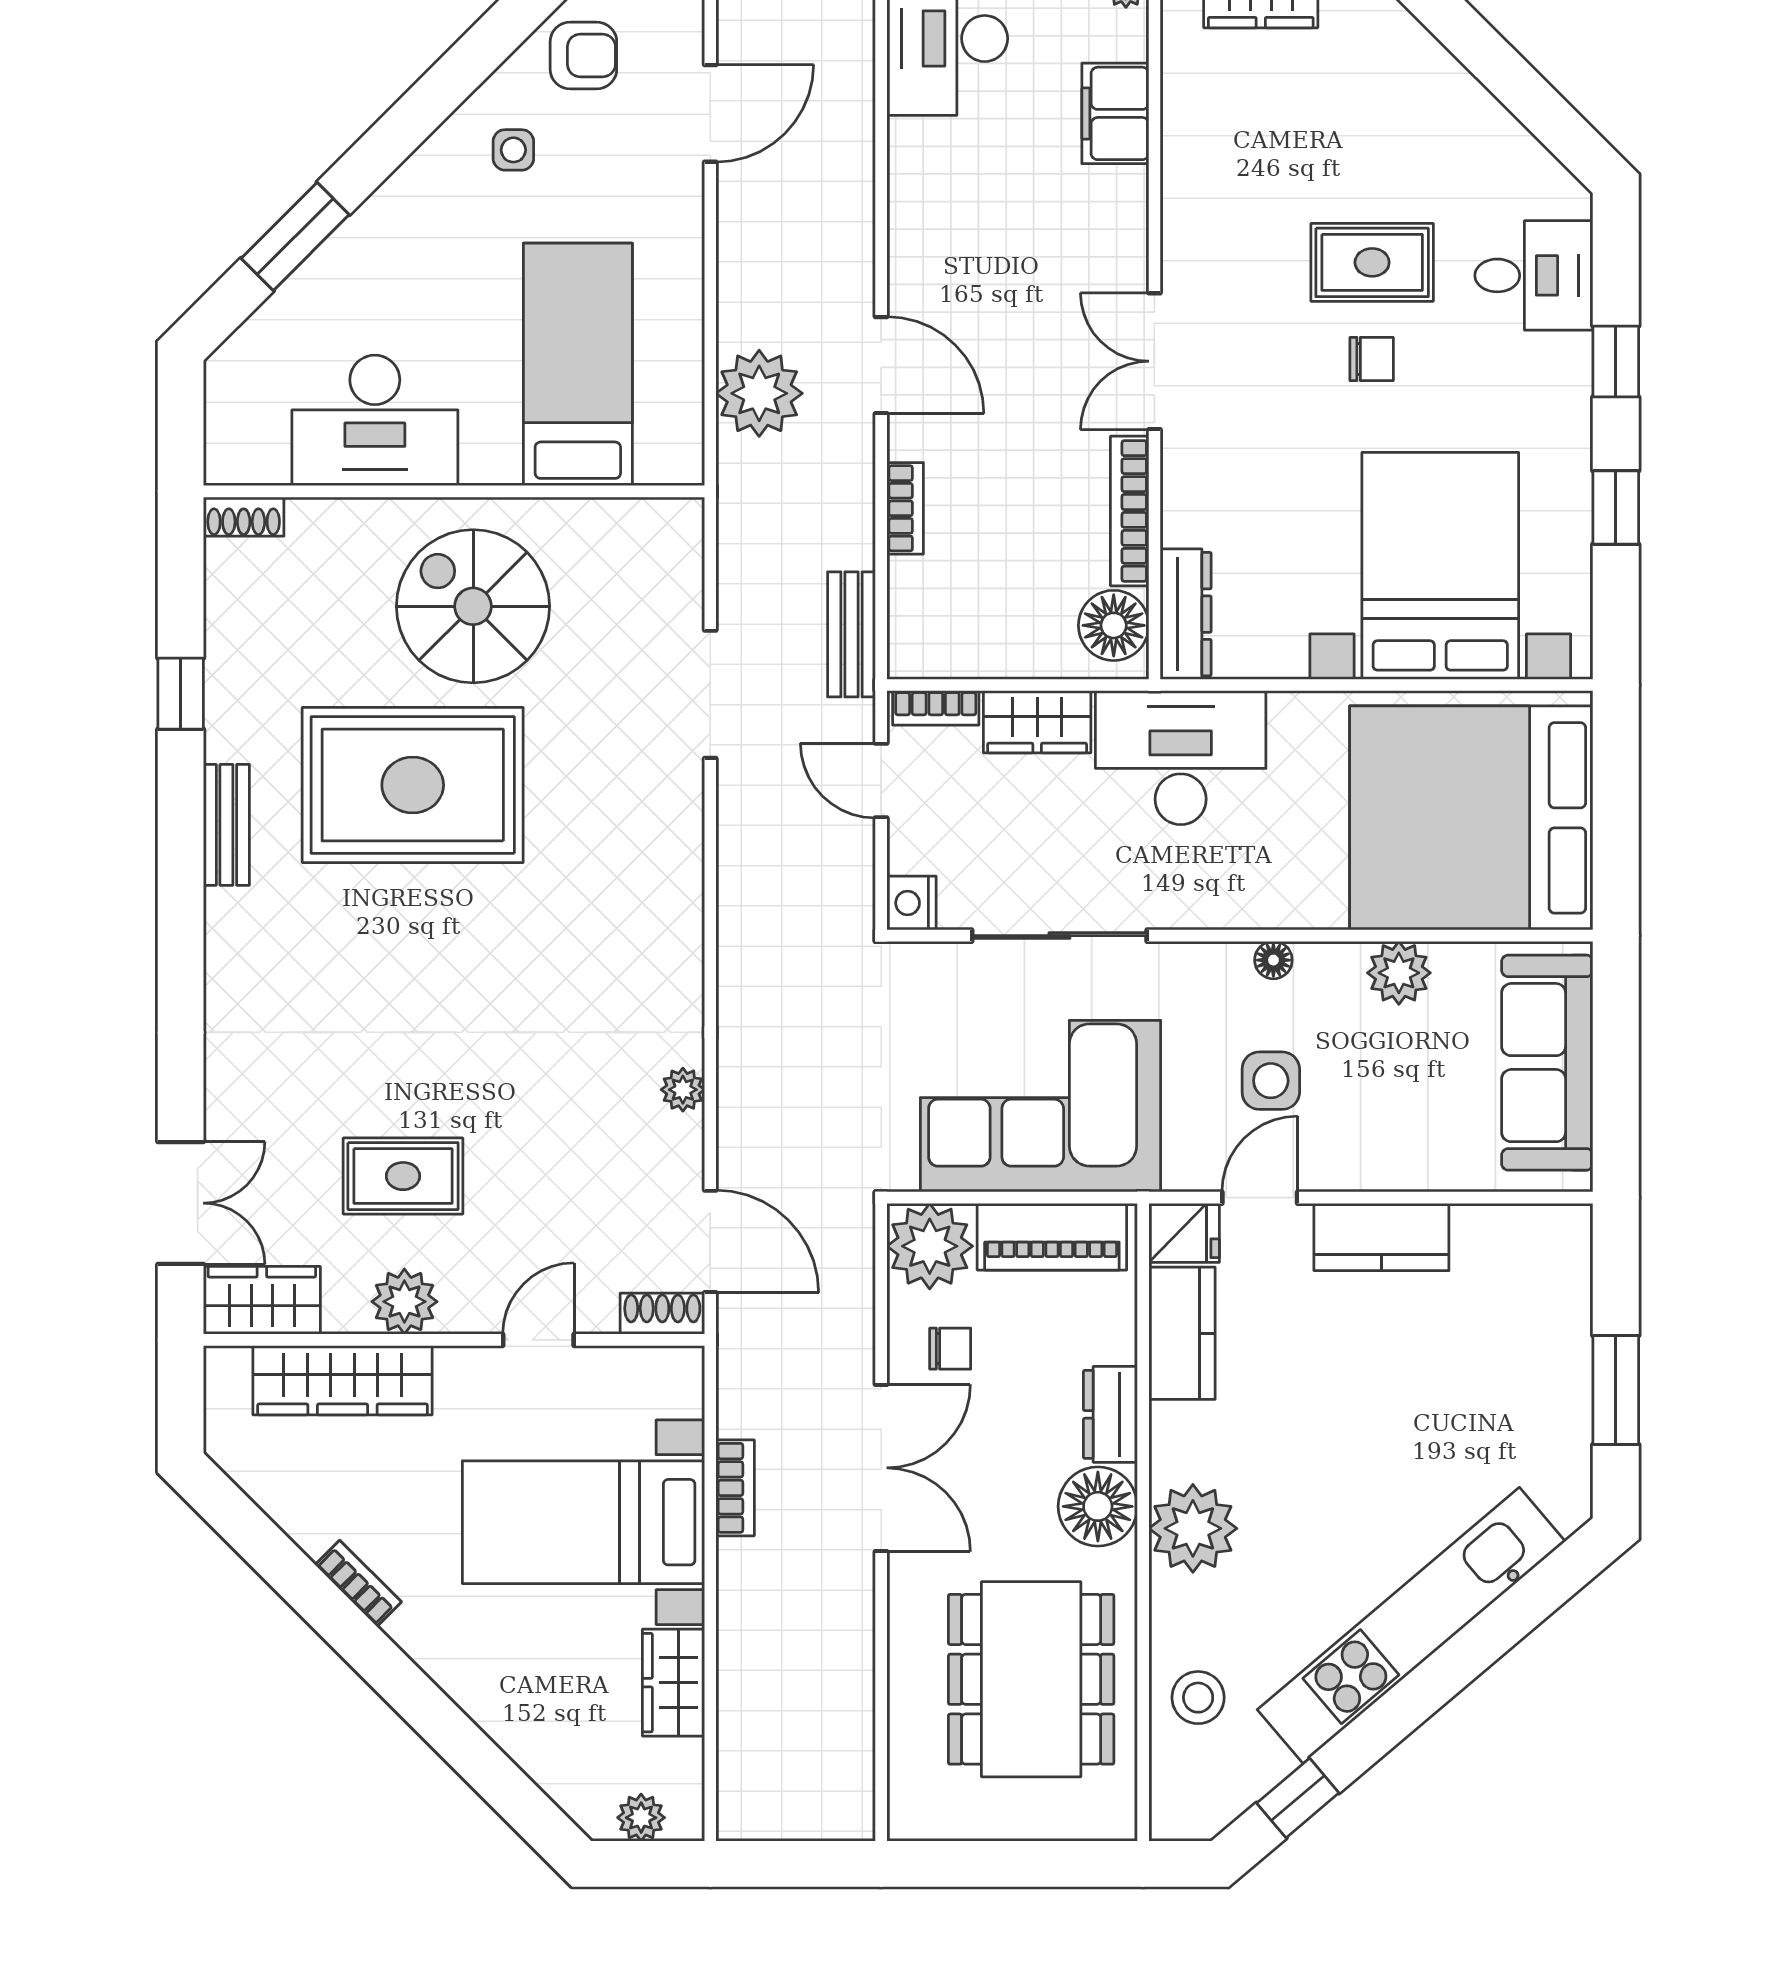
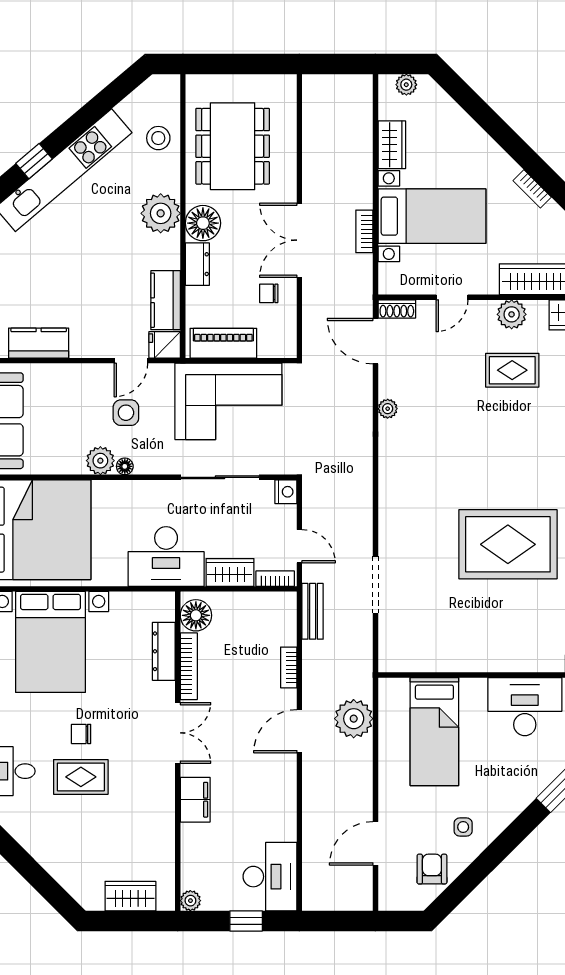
armchair: (583, 56) -> (432, 869), turned 90
filing cabinet: (1115, 113) -> (195, 800), moved
door: (881, 365) -> (299, 731), hinge flipped
spiral stairs: (473, 606) -> (481, 624), removed
dresser: (1186, 614) -> (164, 651), moved
plant: (1399, 973) -> (100, 461), moved
kitchen counter: (1381, 1237) -> (39, 343), moved
plant: (930, 1246) -> (278, 339), removed
window: (1298, 1798) -> (34, 161), moved

